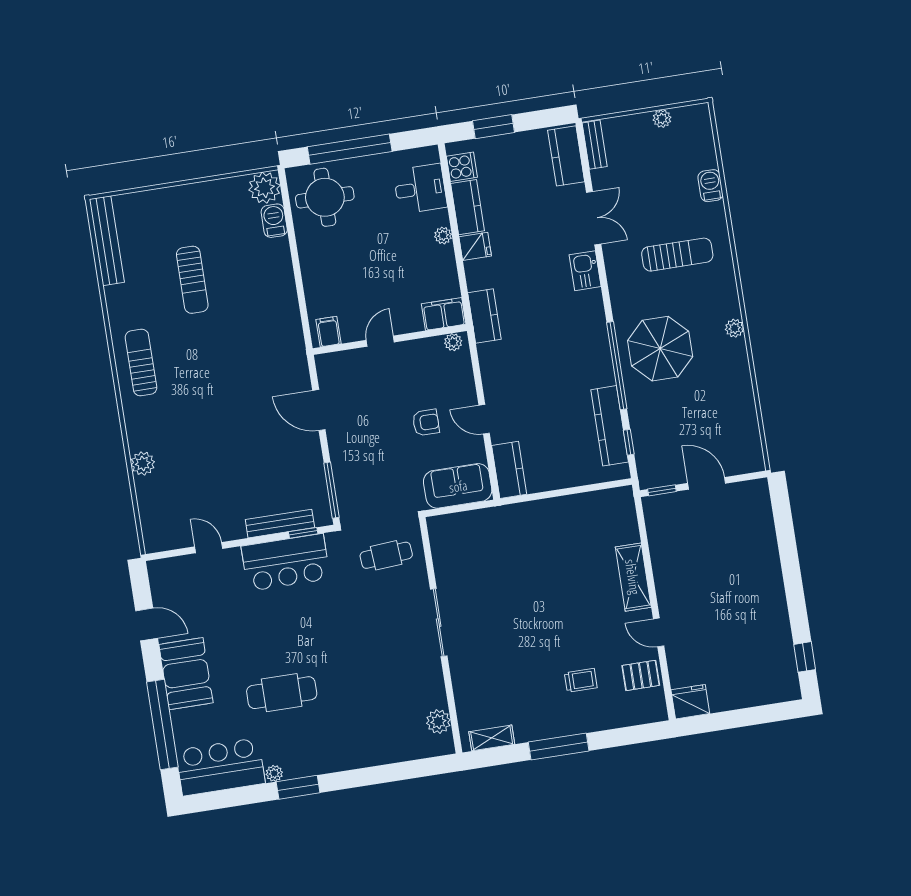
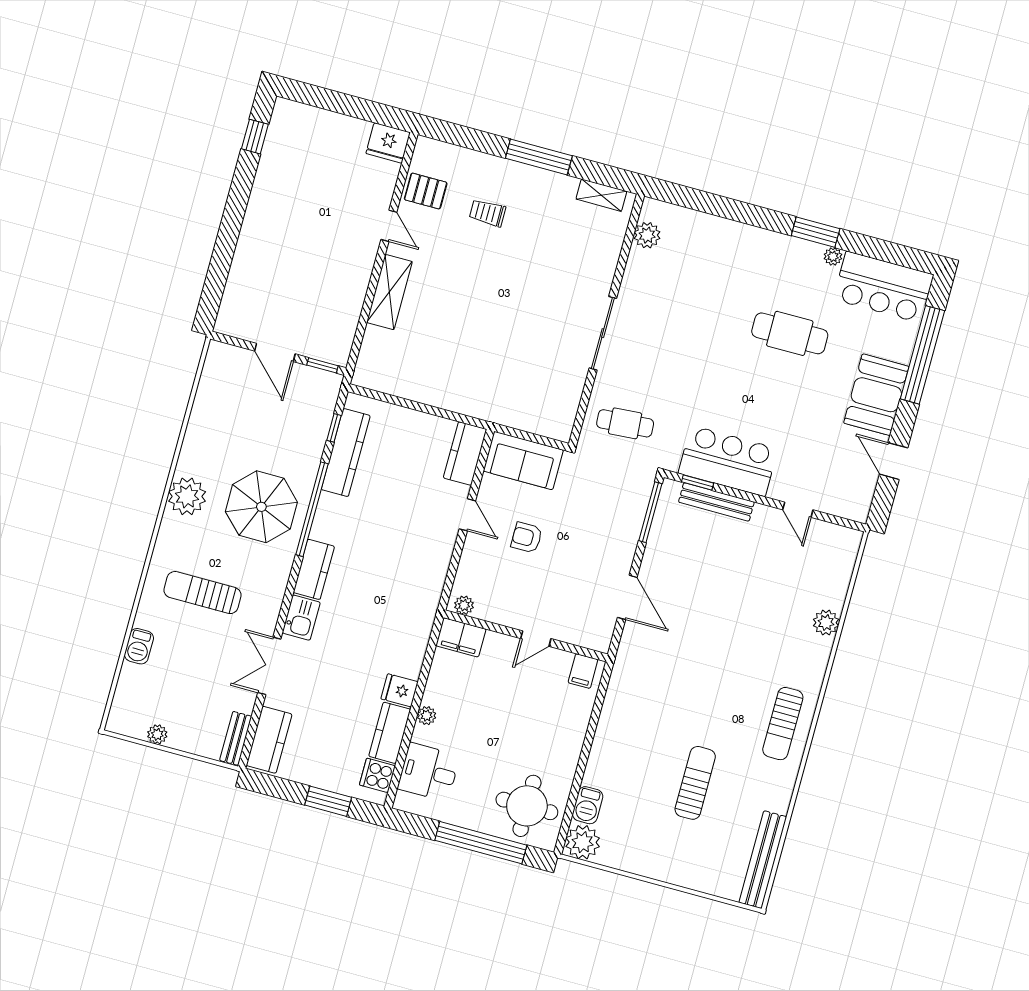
kitchen counter: (484, 316) -> (314, 569), moved, turned 180
plant: (735, 328) -> (187, 496), width x1.88, depth x1.88

